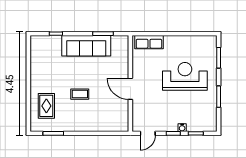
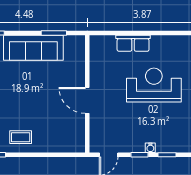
row of seats: (149, 42) -> (133, 43), moved
coffee table: (80, 94) -> (21, 137), moved

